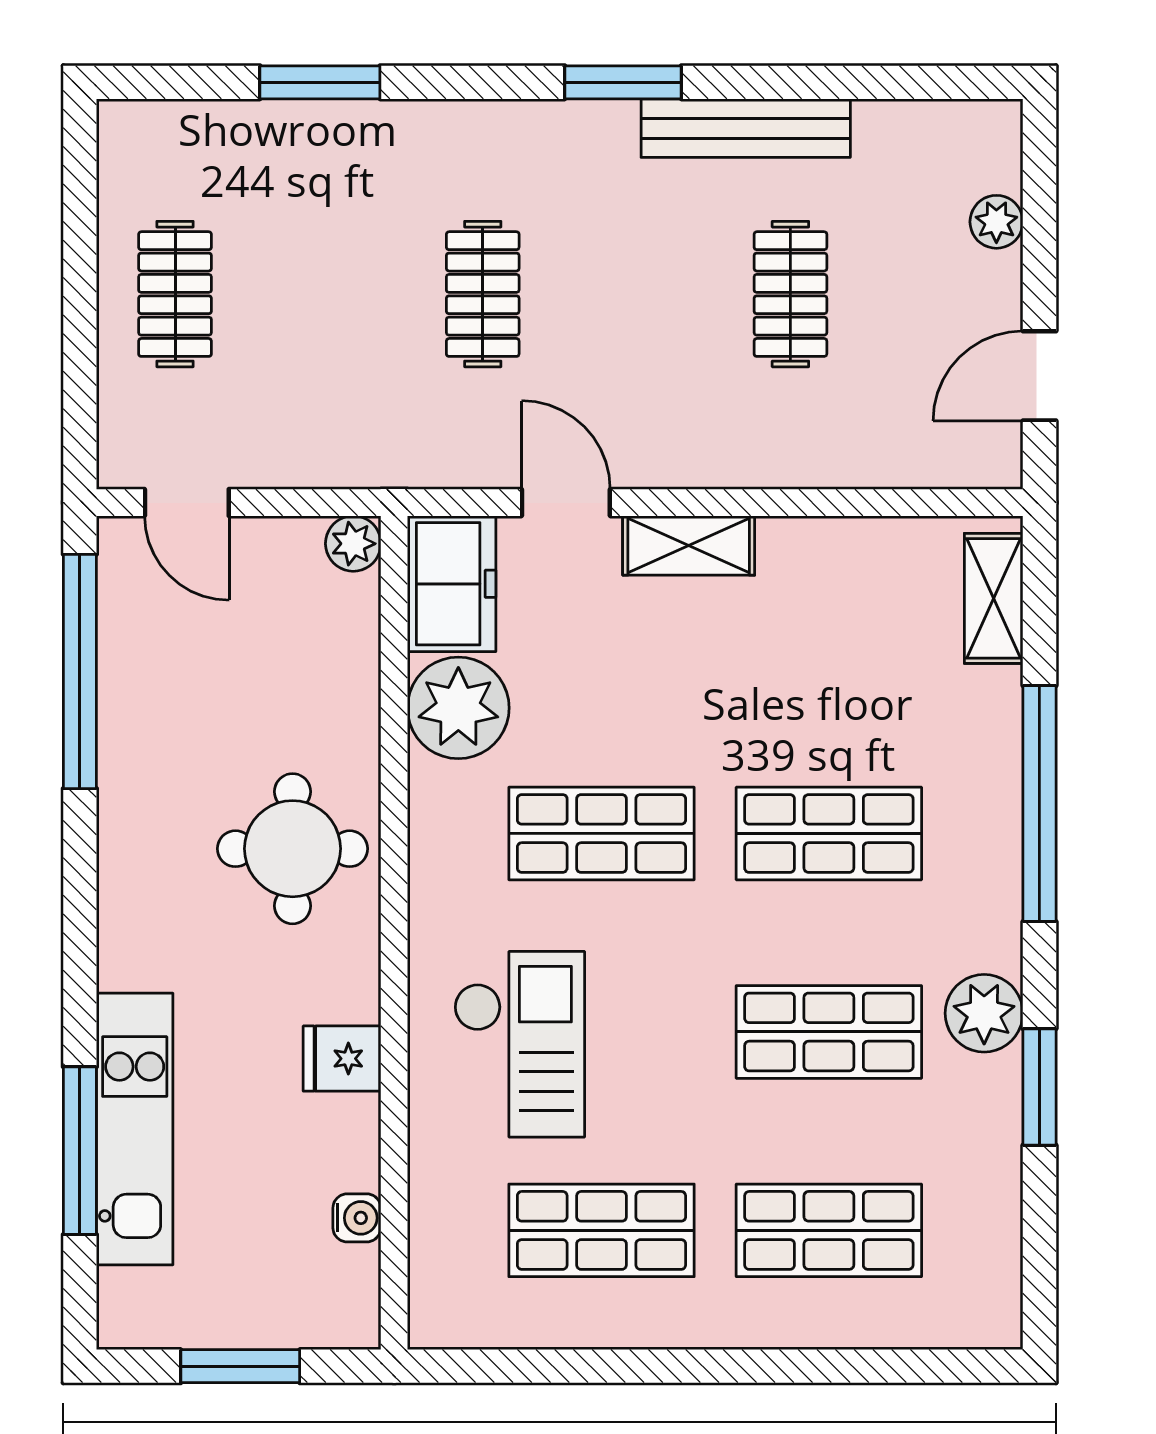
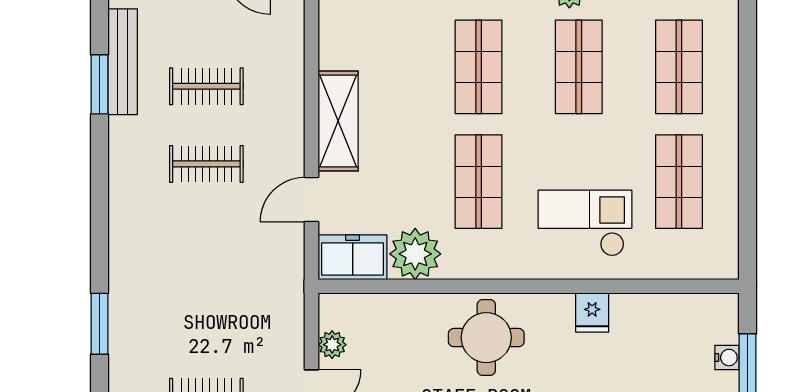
window: (623, 82) -> (99, 84), moved
bench: (746, 128) -> (123, 62), moved
clothes rail: (483, 294) -> (206, 164), moved
plant: (353, 544) -> (332, 345), moved
shelving: (689, 545) -> (338, 121), width x1.50, depth x1.33
water cooler: (357, 1218) -> (727, 358), moved, turned 90

